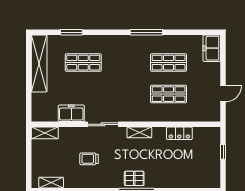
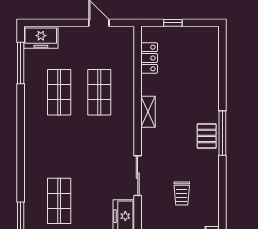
window: (146, 32) -> (21, 63), moved
shelving: (139, 132) -> (148, 112), moved
locker: (179, 133) -> (149, 58), moved

